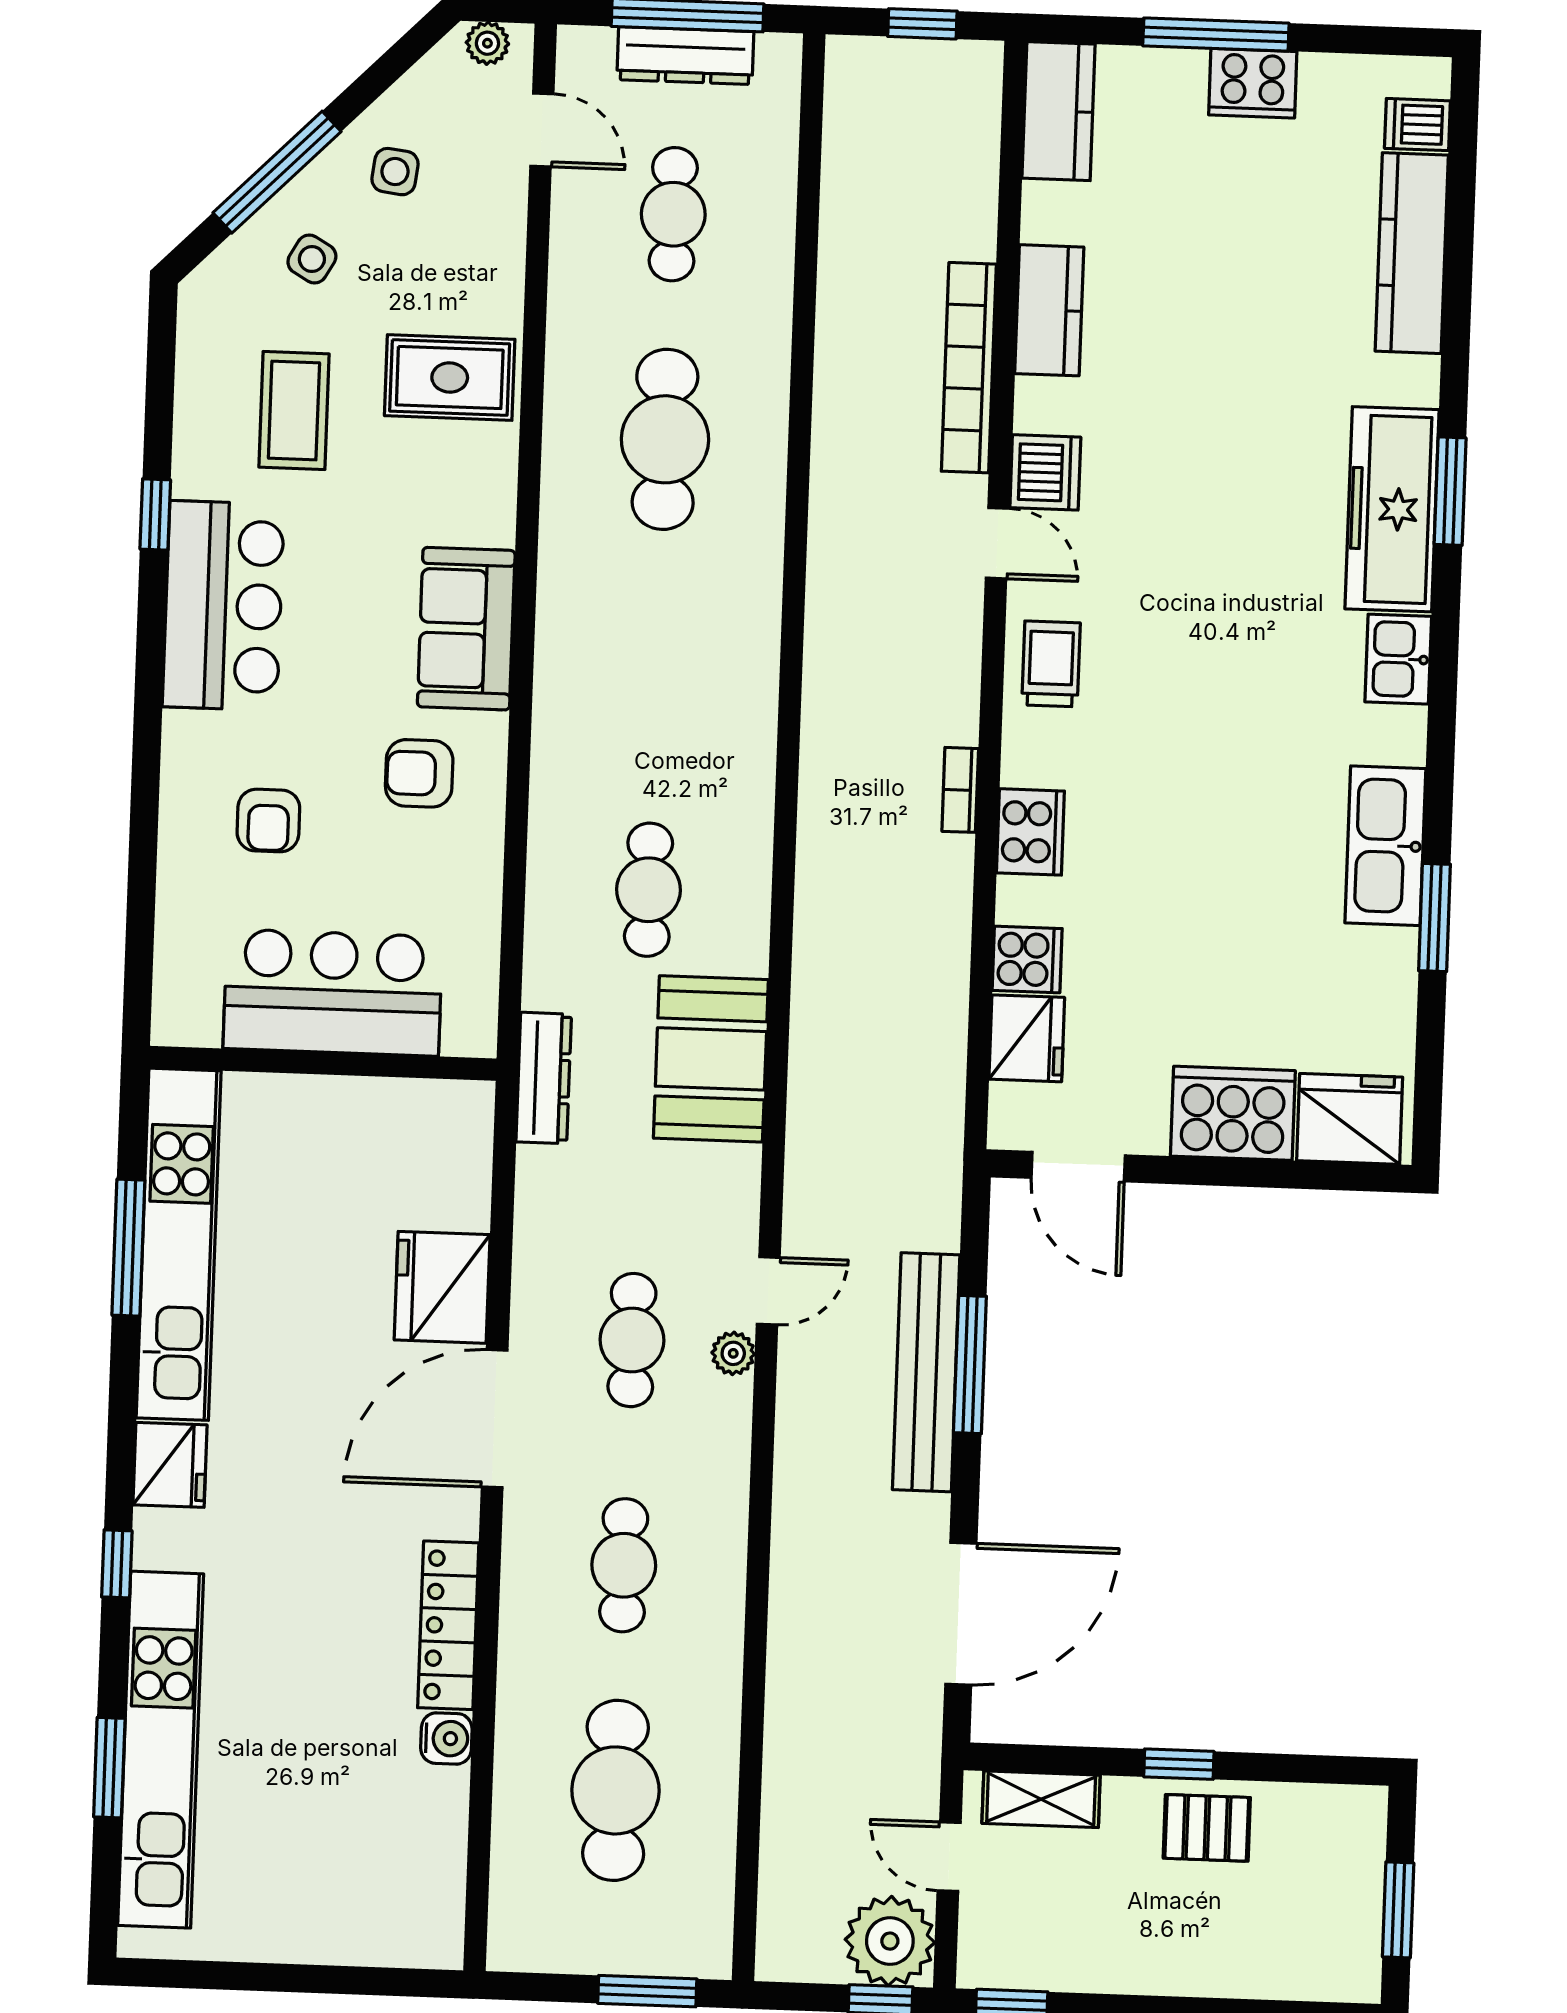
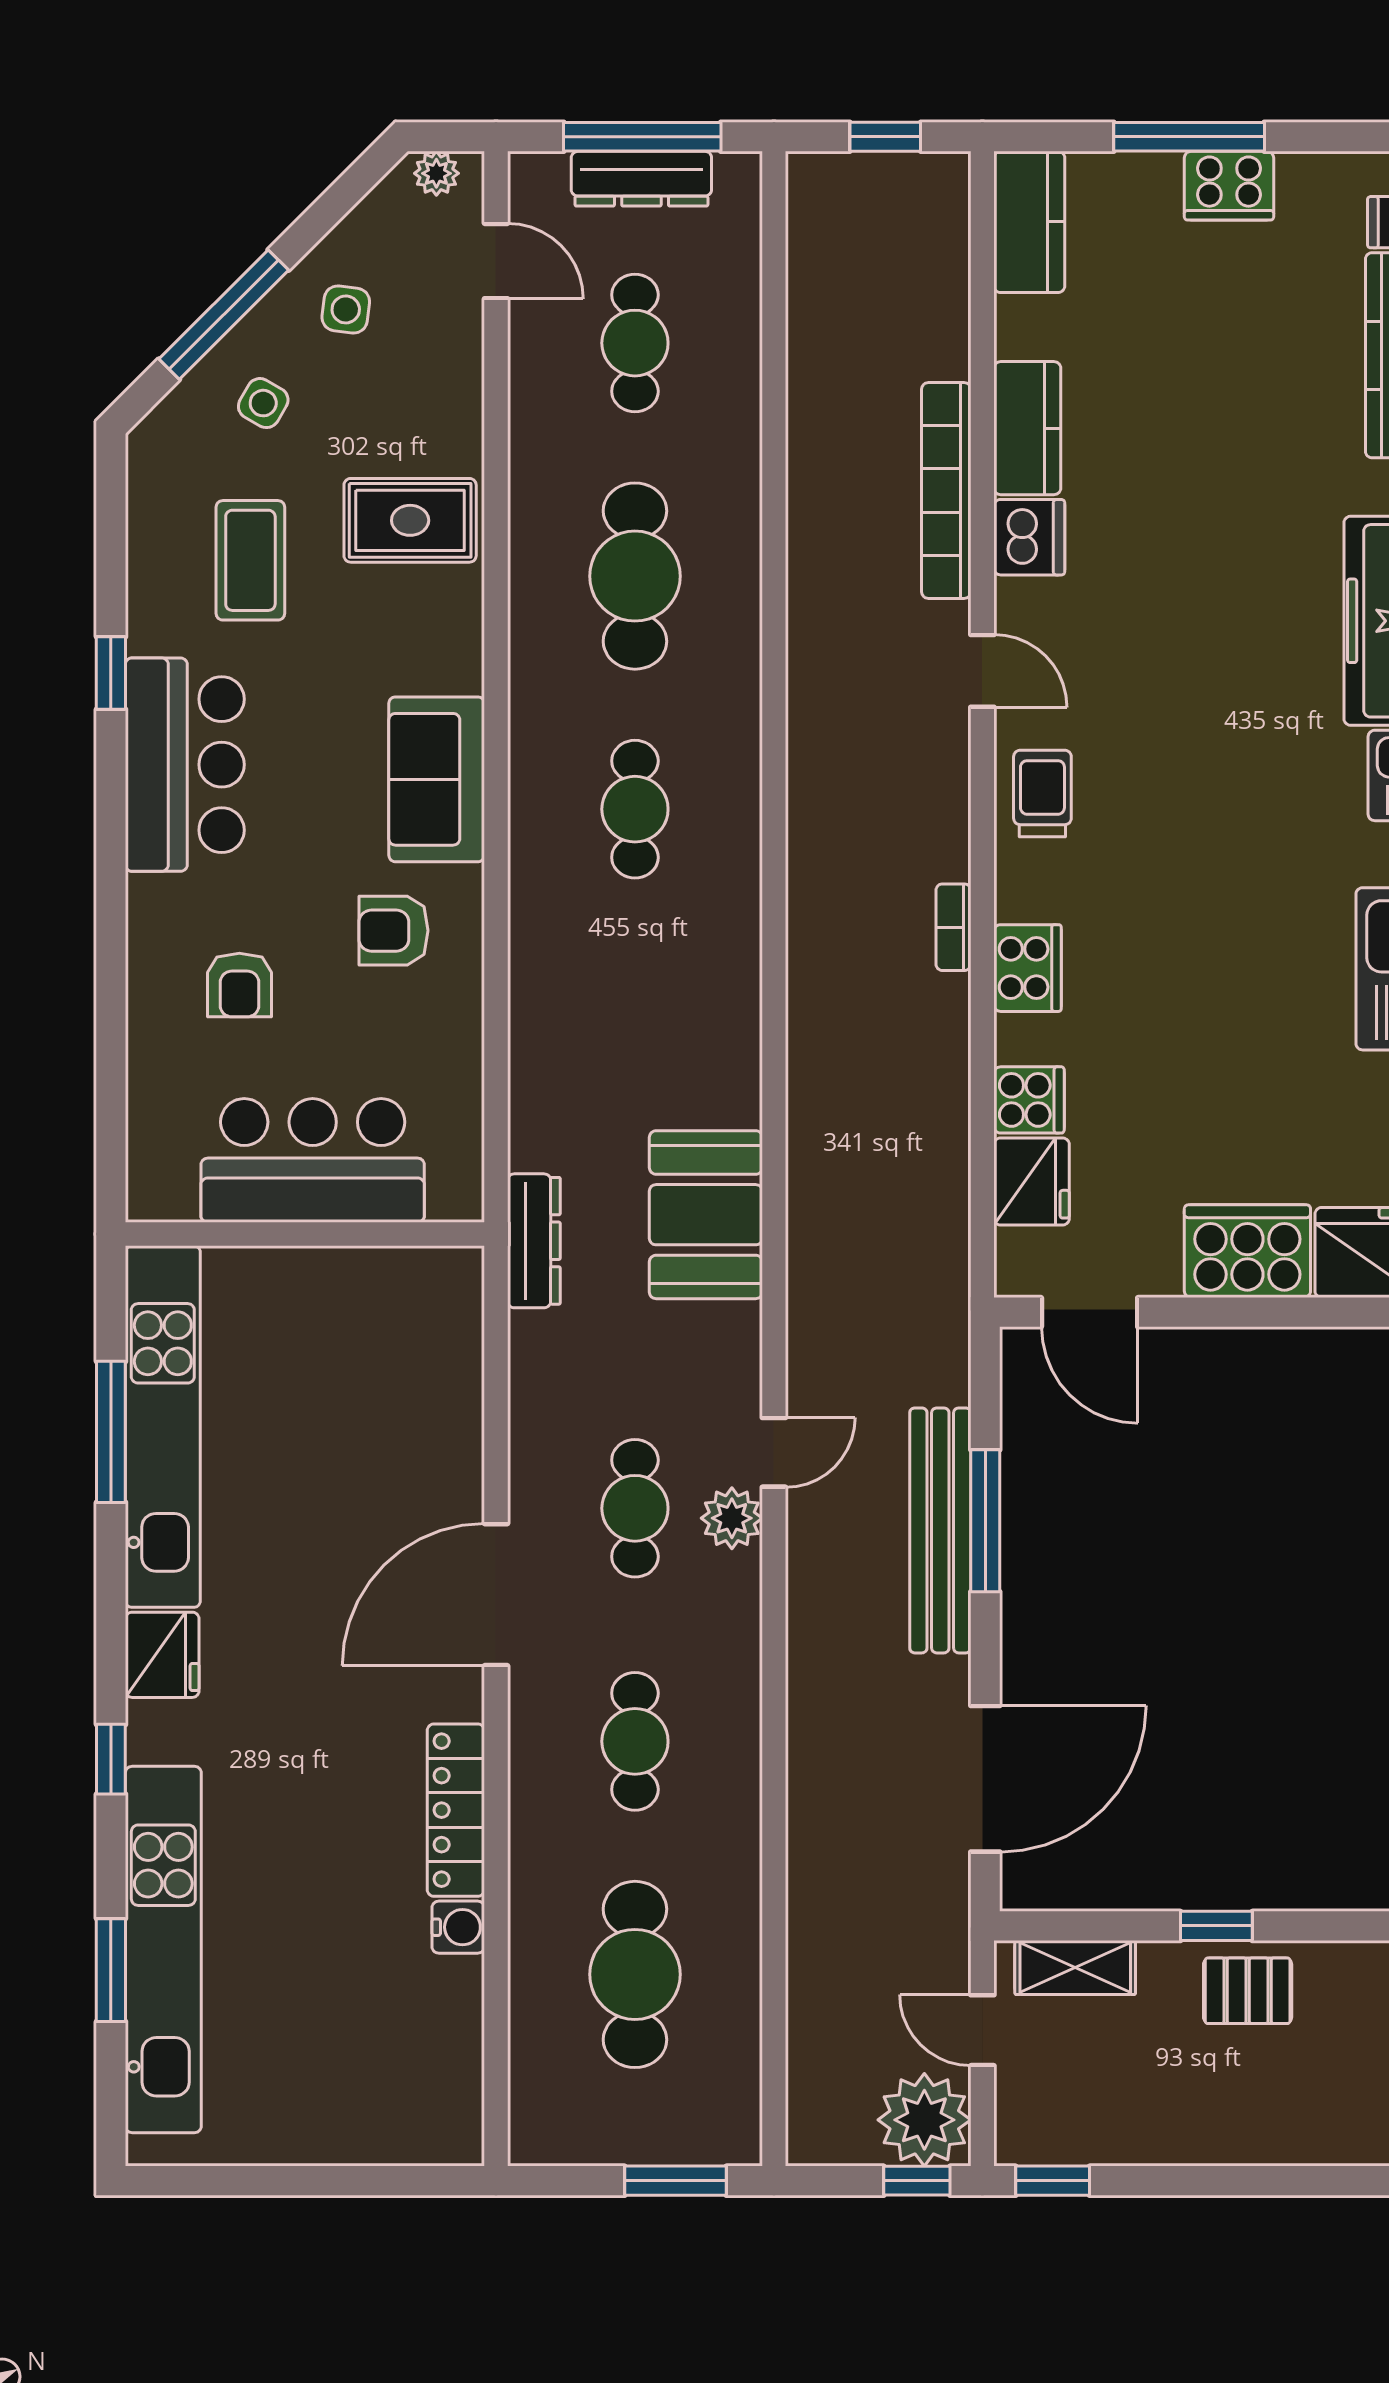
dishwasher: (1045, 472) -> (1029, 537), moved
cafe table: (648, 890) -> (635, 809), moved
fridge: (442, 1287) -> (437, 1461), removed
plant: (733, 1353) -> (732, 1518), width x1.38, depth x1.38

